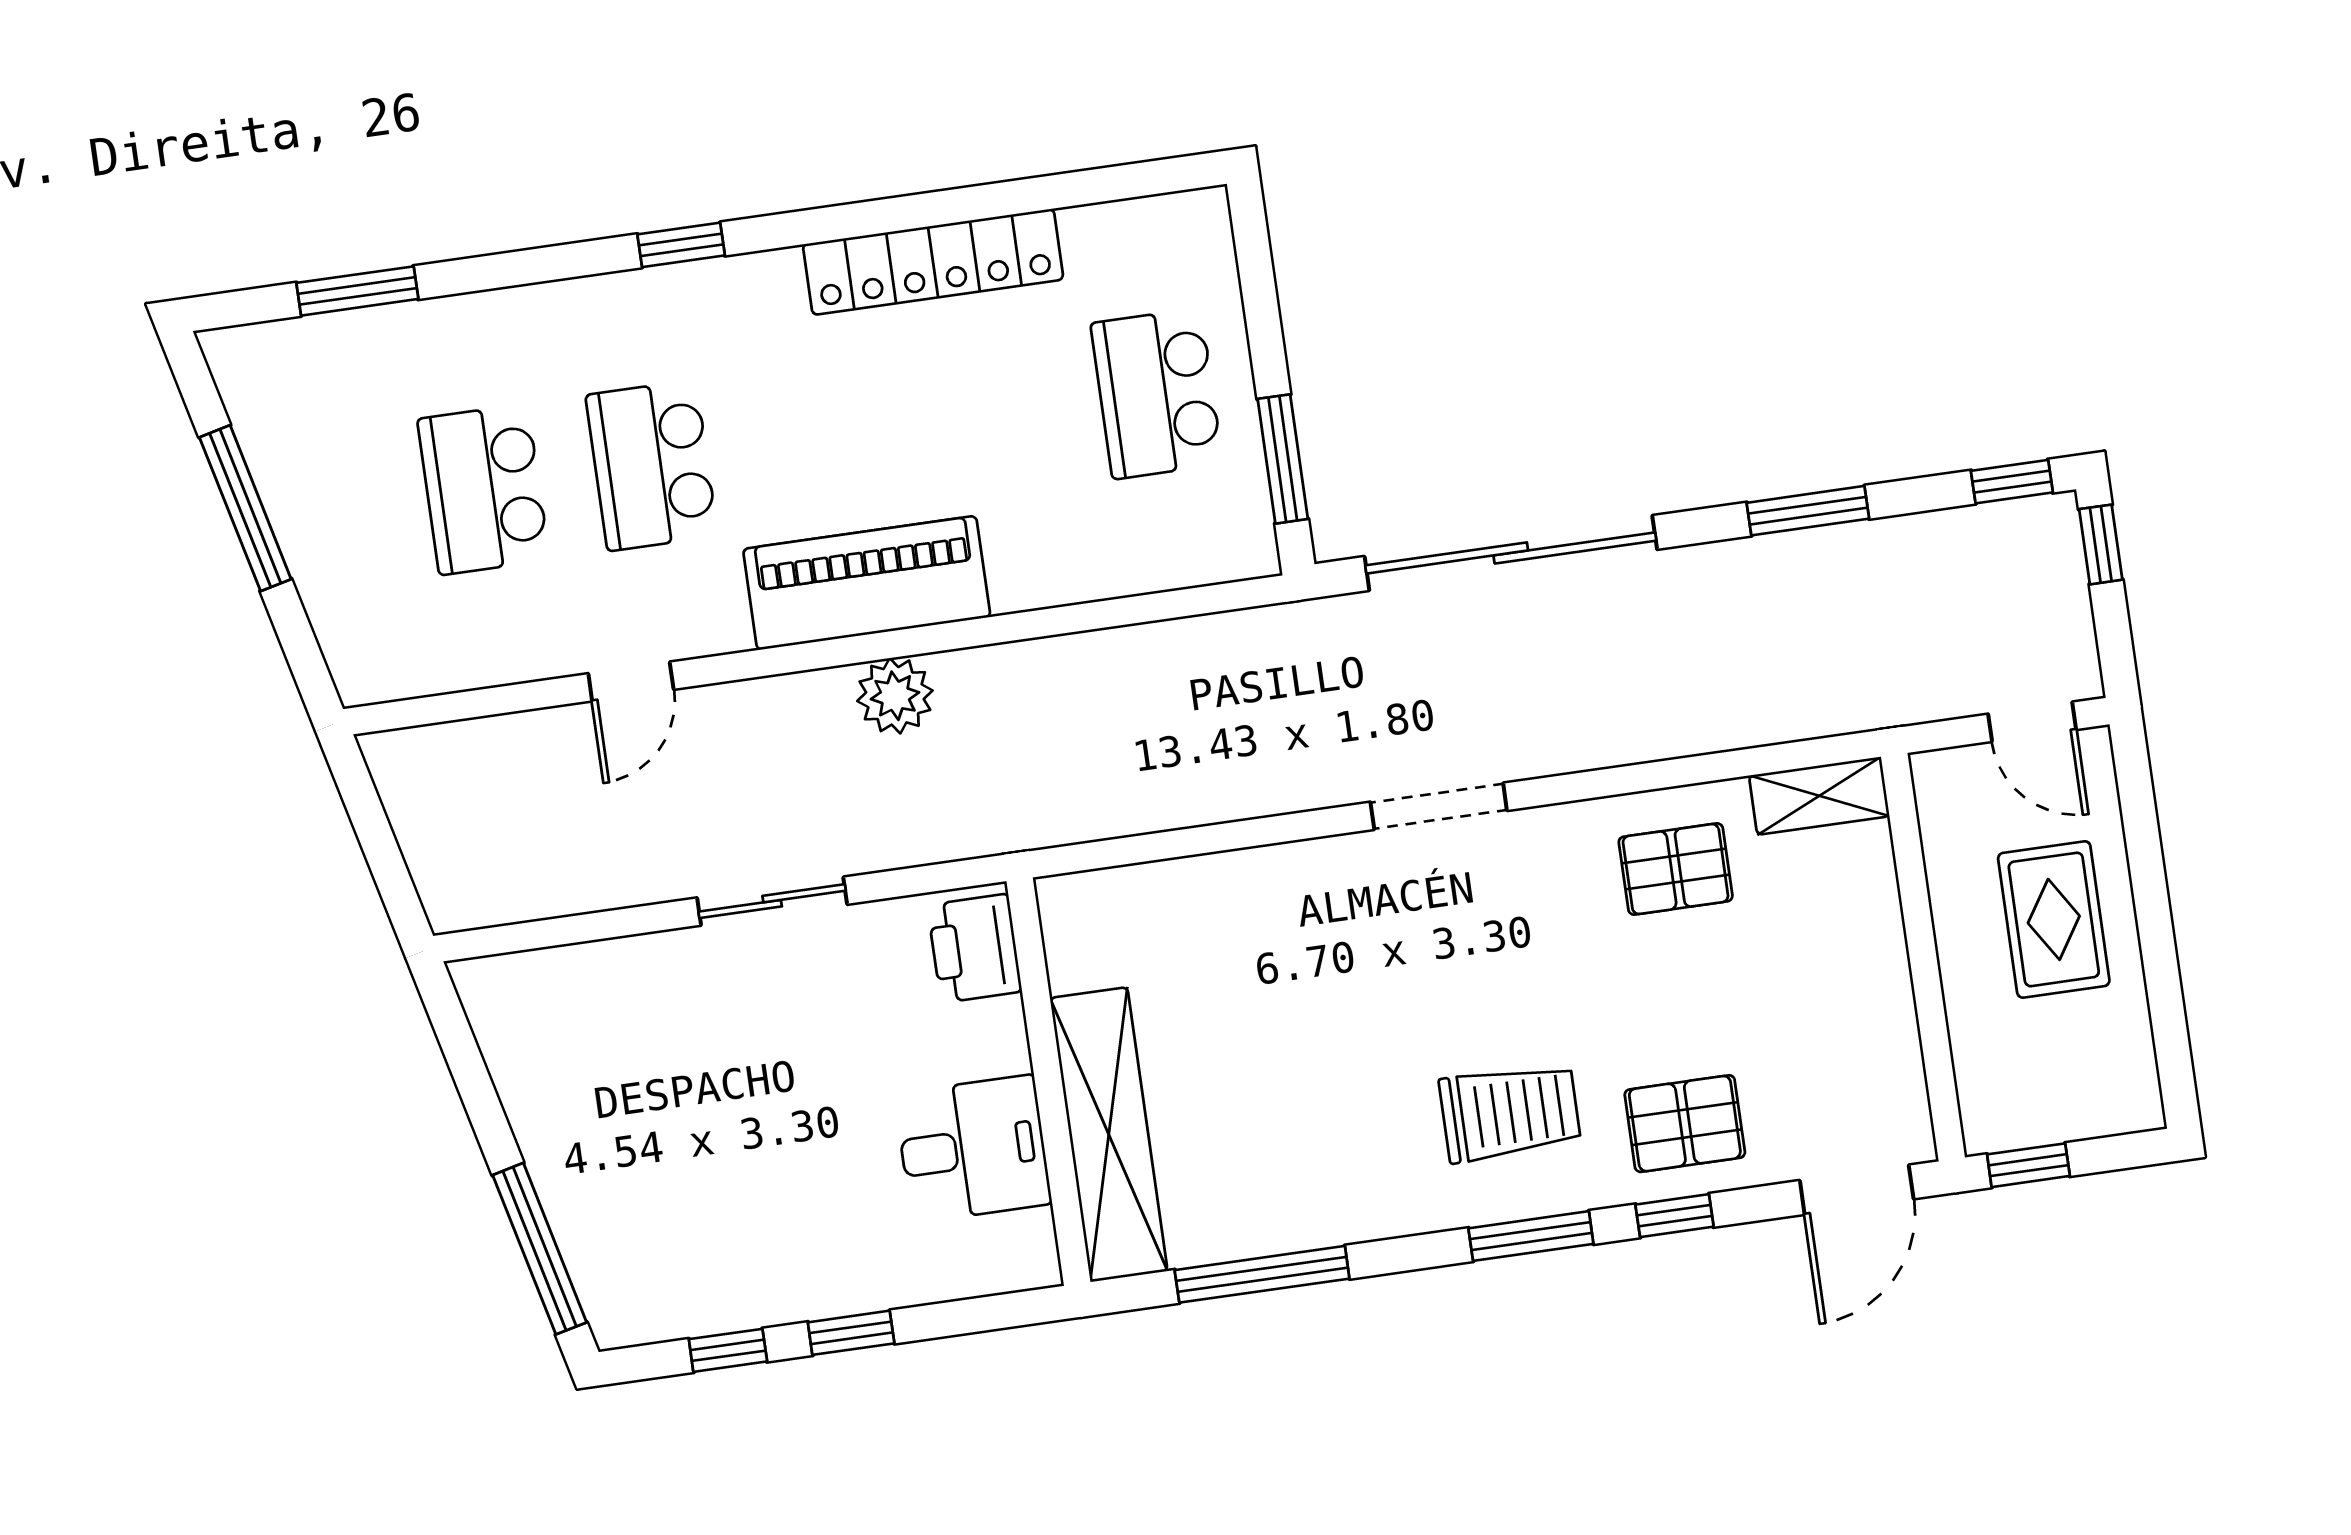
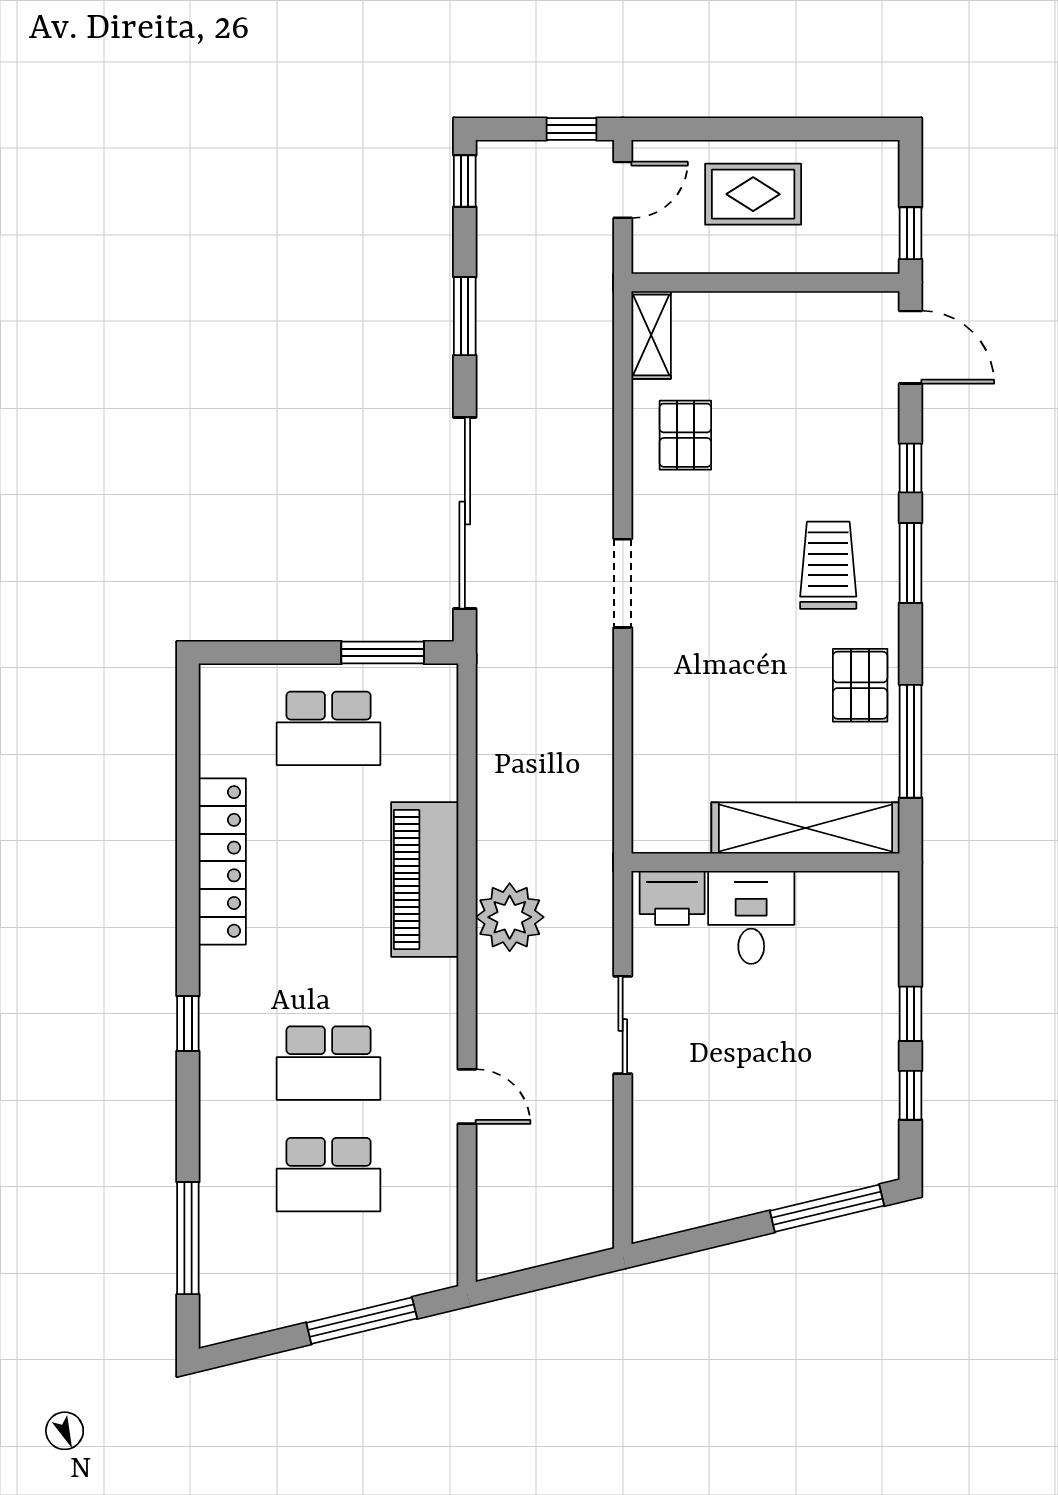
window: (357, 291) -> (188, 1238), width x1.44
window: (245, 508) -> (362, 1321), moved
window: (2101, 544) -> (572, 129), moved
piano: (867, 583) -> (425, 879), moved
plant: (895, 696) -> (510, 917), width x1.36, depth x1.36
pallet: (1685, 1124) -> (860, 685), moved
desk: (973, 1149) -> (751, 917), moved

